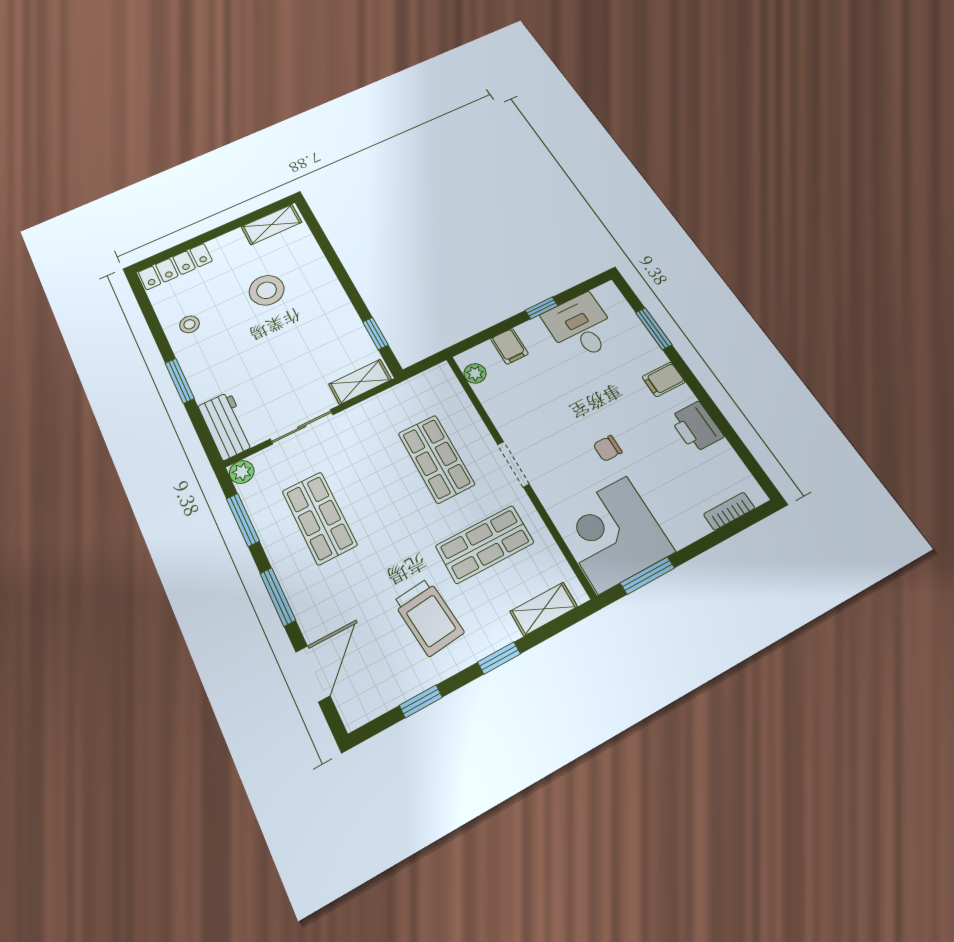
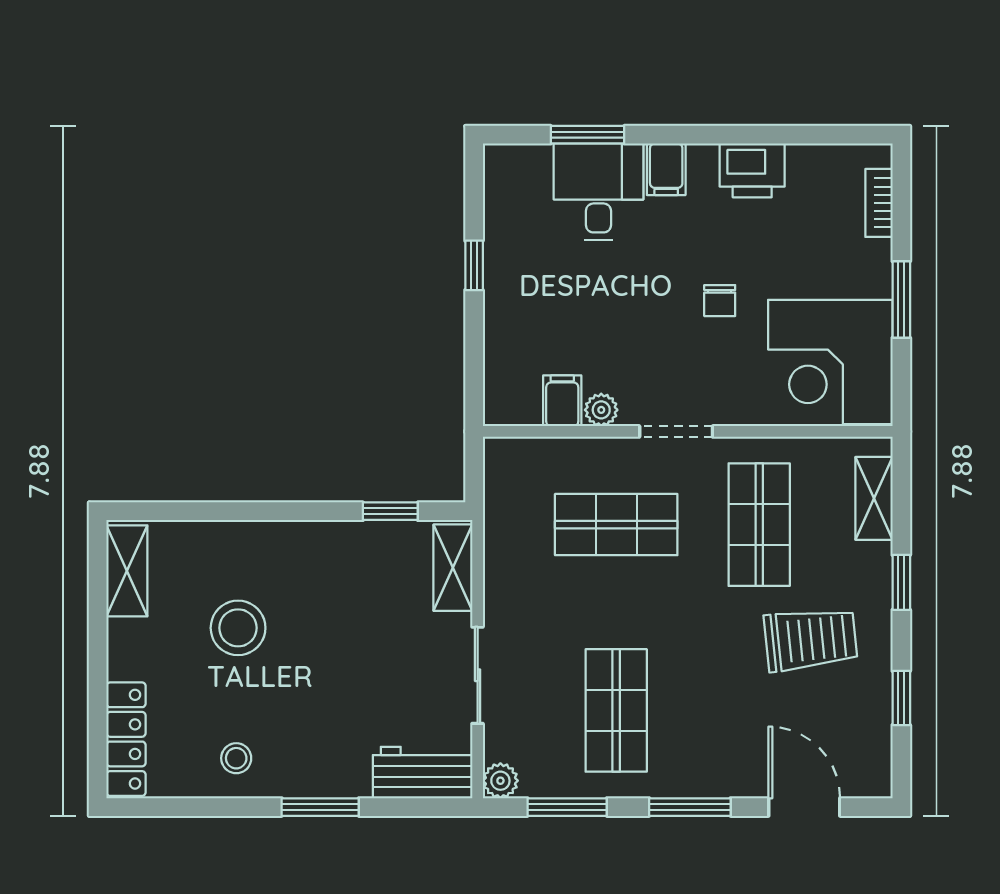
desk: (580, 327) -> (598, 192), moved, turned 90
filing cabinet: (509, 346) -> (562, 401), moved, turned -90
plant: (475, 373) -> (601, 410), moved
shop shelf: (319, 518) -> (616, 710), turned 90
window: (647, 576) -> (901, 299), moved

